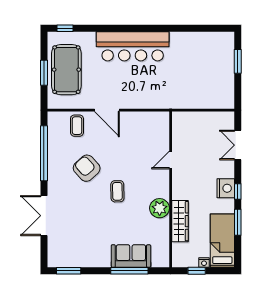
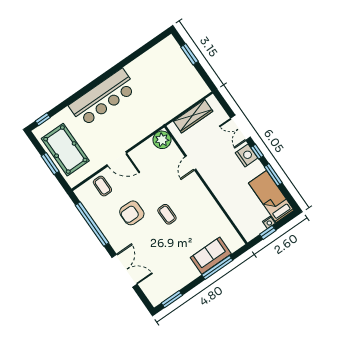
double door: (238, 145) -> (241, 128), moved
armchair: (87, 168) -> (132, 213), turned -48
plant: (160, 208) -> (162, 140), moved
double door: (44, 216) -> (125, 271), swing flipped
wardrobe: (180, 221) -> (193, 116), moved, turned 90

